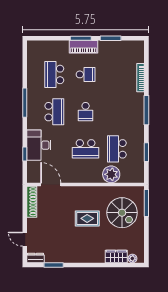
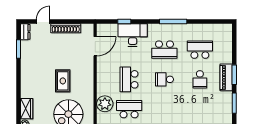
shoe rack: (32, 202) -> (66, 28), moved

